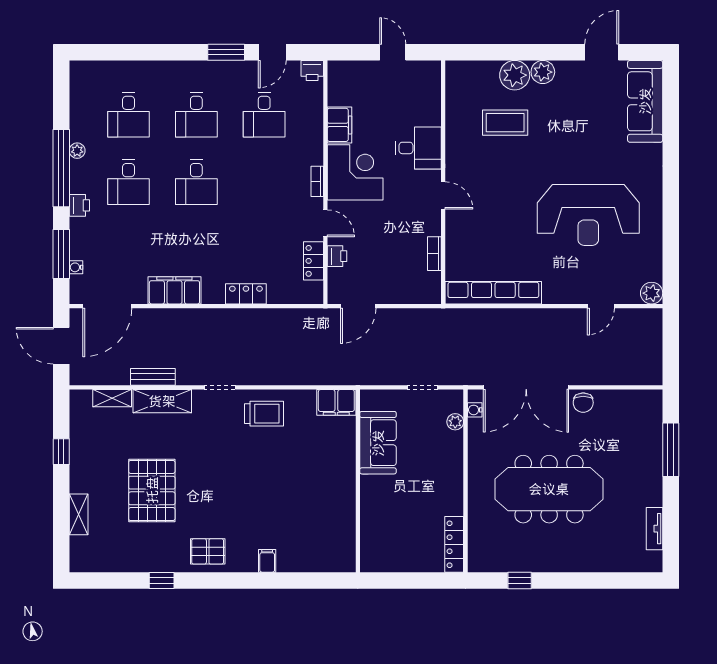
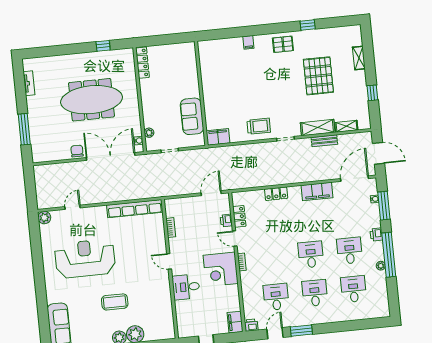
coffee table: (505, 123) -> (115, 302), moved
filing cabinet: (339, 125) -> (235, 322), moved
trolley: (264, 414) -> (259, 126), turned 180

